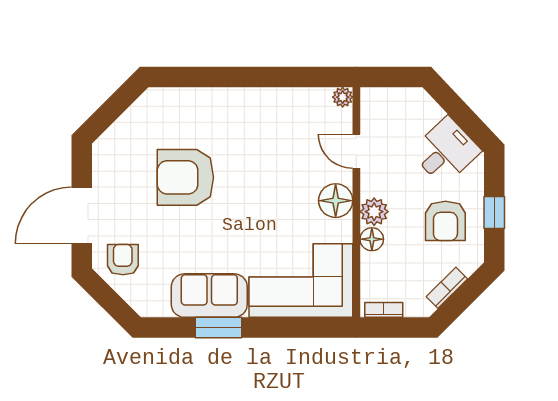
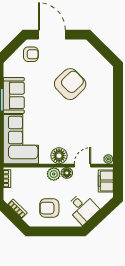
filing cabinet: (389, 103) -> (106, 181), added
armchair: (185, 177) -> (70, 84), turned 46
window: (494, 212) -> (53, 231), removed
floor lamp: (372, 239) -> (67, 173), moved

